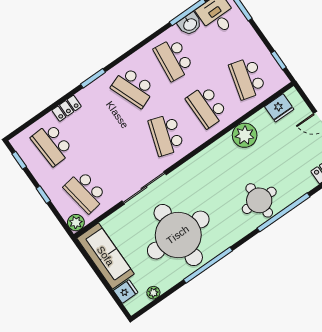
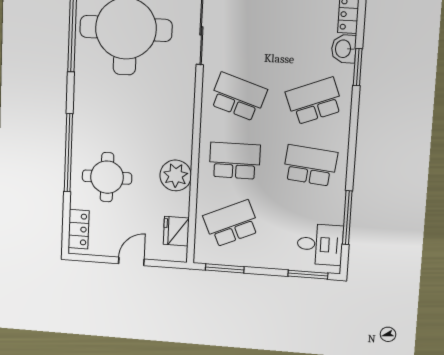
washbasin: (190, 24) -> (344, 49), moved
window: (279, 60) -> (225, 268), width x1.50
school desk: (247, 78) -> (231, 224), turned -39
round table: (259, 200) -> (107, 177), moved

